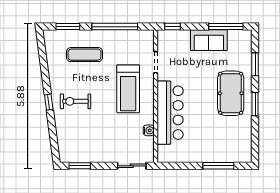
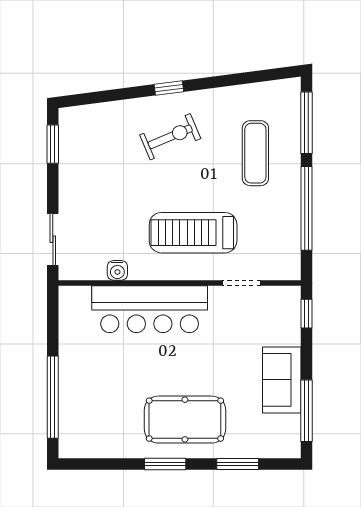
window: (68, 27) -> (307, 123), width x1.44
exercise bike: (75, 101) -> (170, 137), turned 67
window: (218, 166) -> (53, 397), width x1.46

